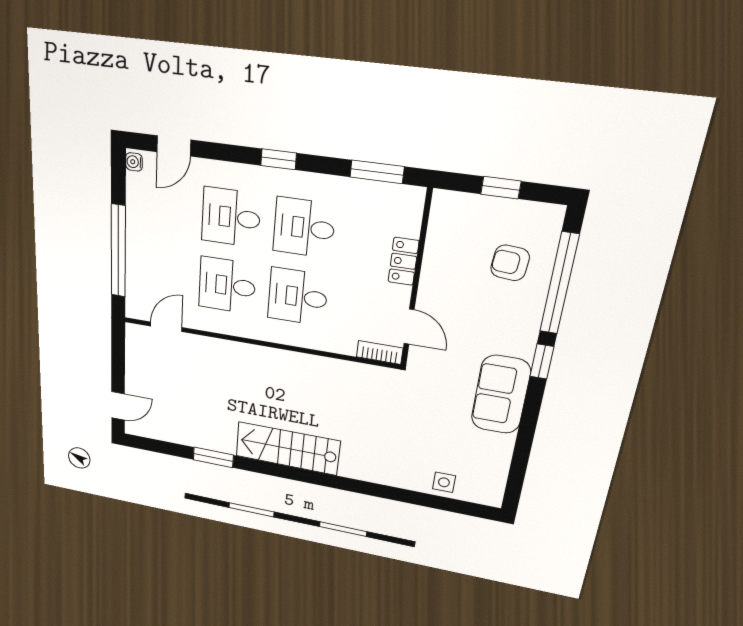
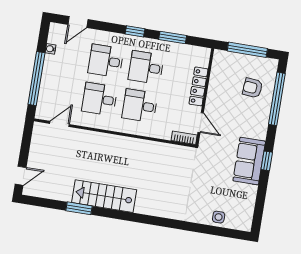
water cooler: (134, 162) -> (51, 49), moved
window: (377, 172) -> (173, 38), moved
window: (501, 188) -> (247, 50), width x2.17
locker: (403, 261) -> (198, 86), width x1.53
window: (542, 361) -> (267, 161), moved
stairs: (288, 449) -> (104, 196), moved

